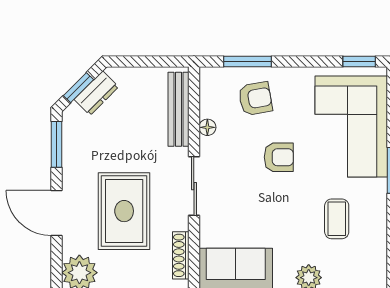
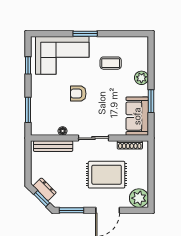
window: (359, 61) -> (28, 65), moved
armchair: (255, 99) -> (48, 106), removed
armchair: (279, 157) -> (78, 94), turned -90

